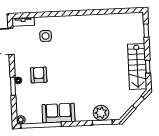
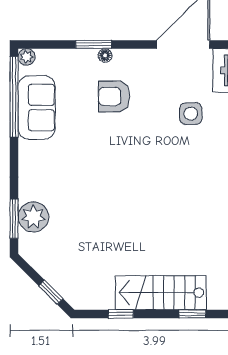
stairs: (137, 66) -> (161, 293), moved
armchair: (39, 75) -> (114, 97), turned 180
sofa: (58, 113) -> (37, 108), moved

